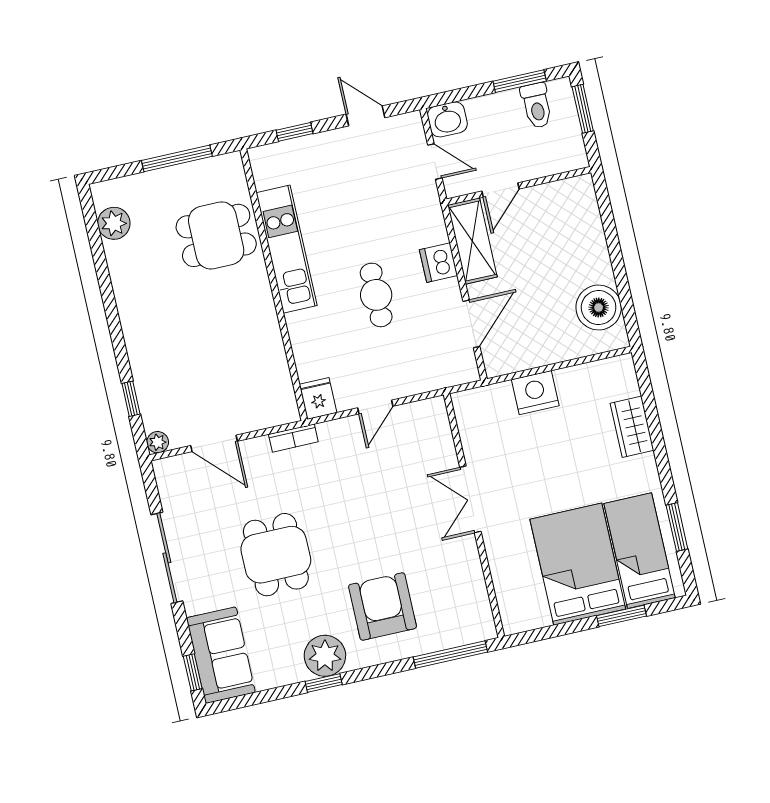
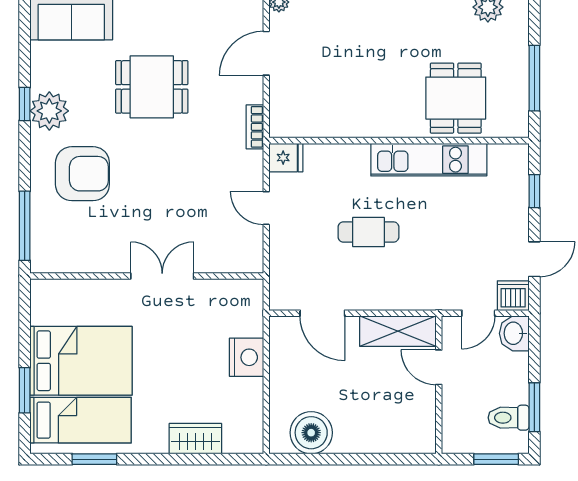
dishwasher: (438, 263) -> (513, 296), moved

